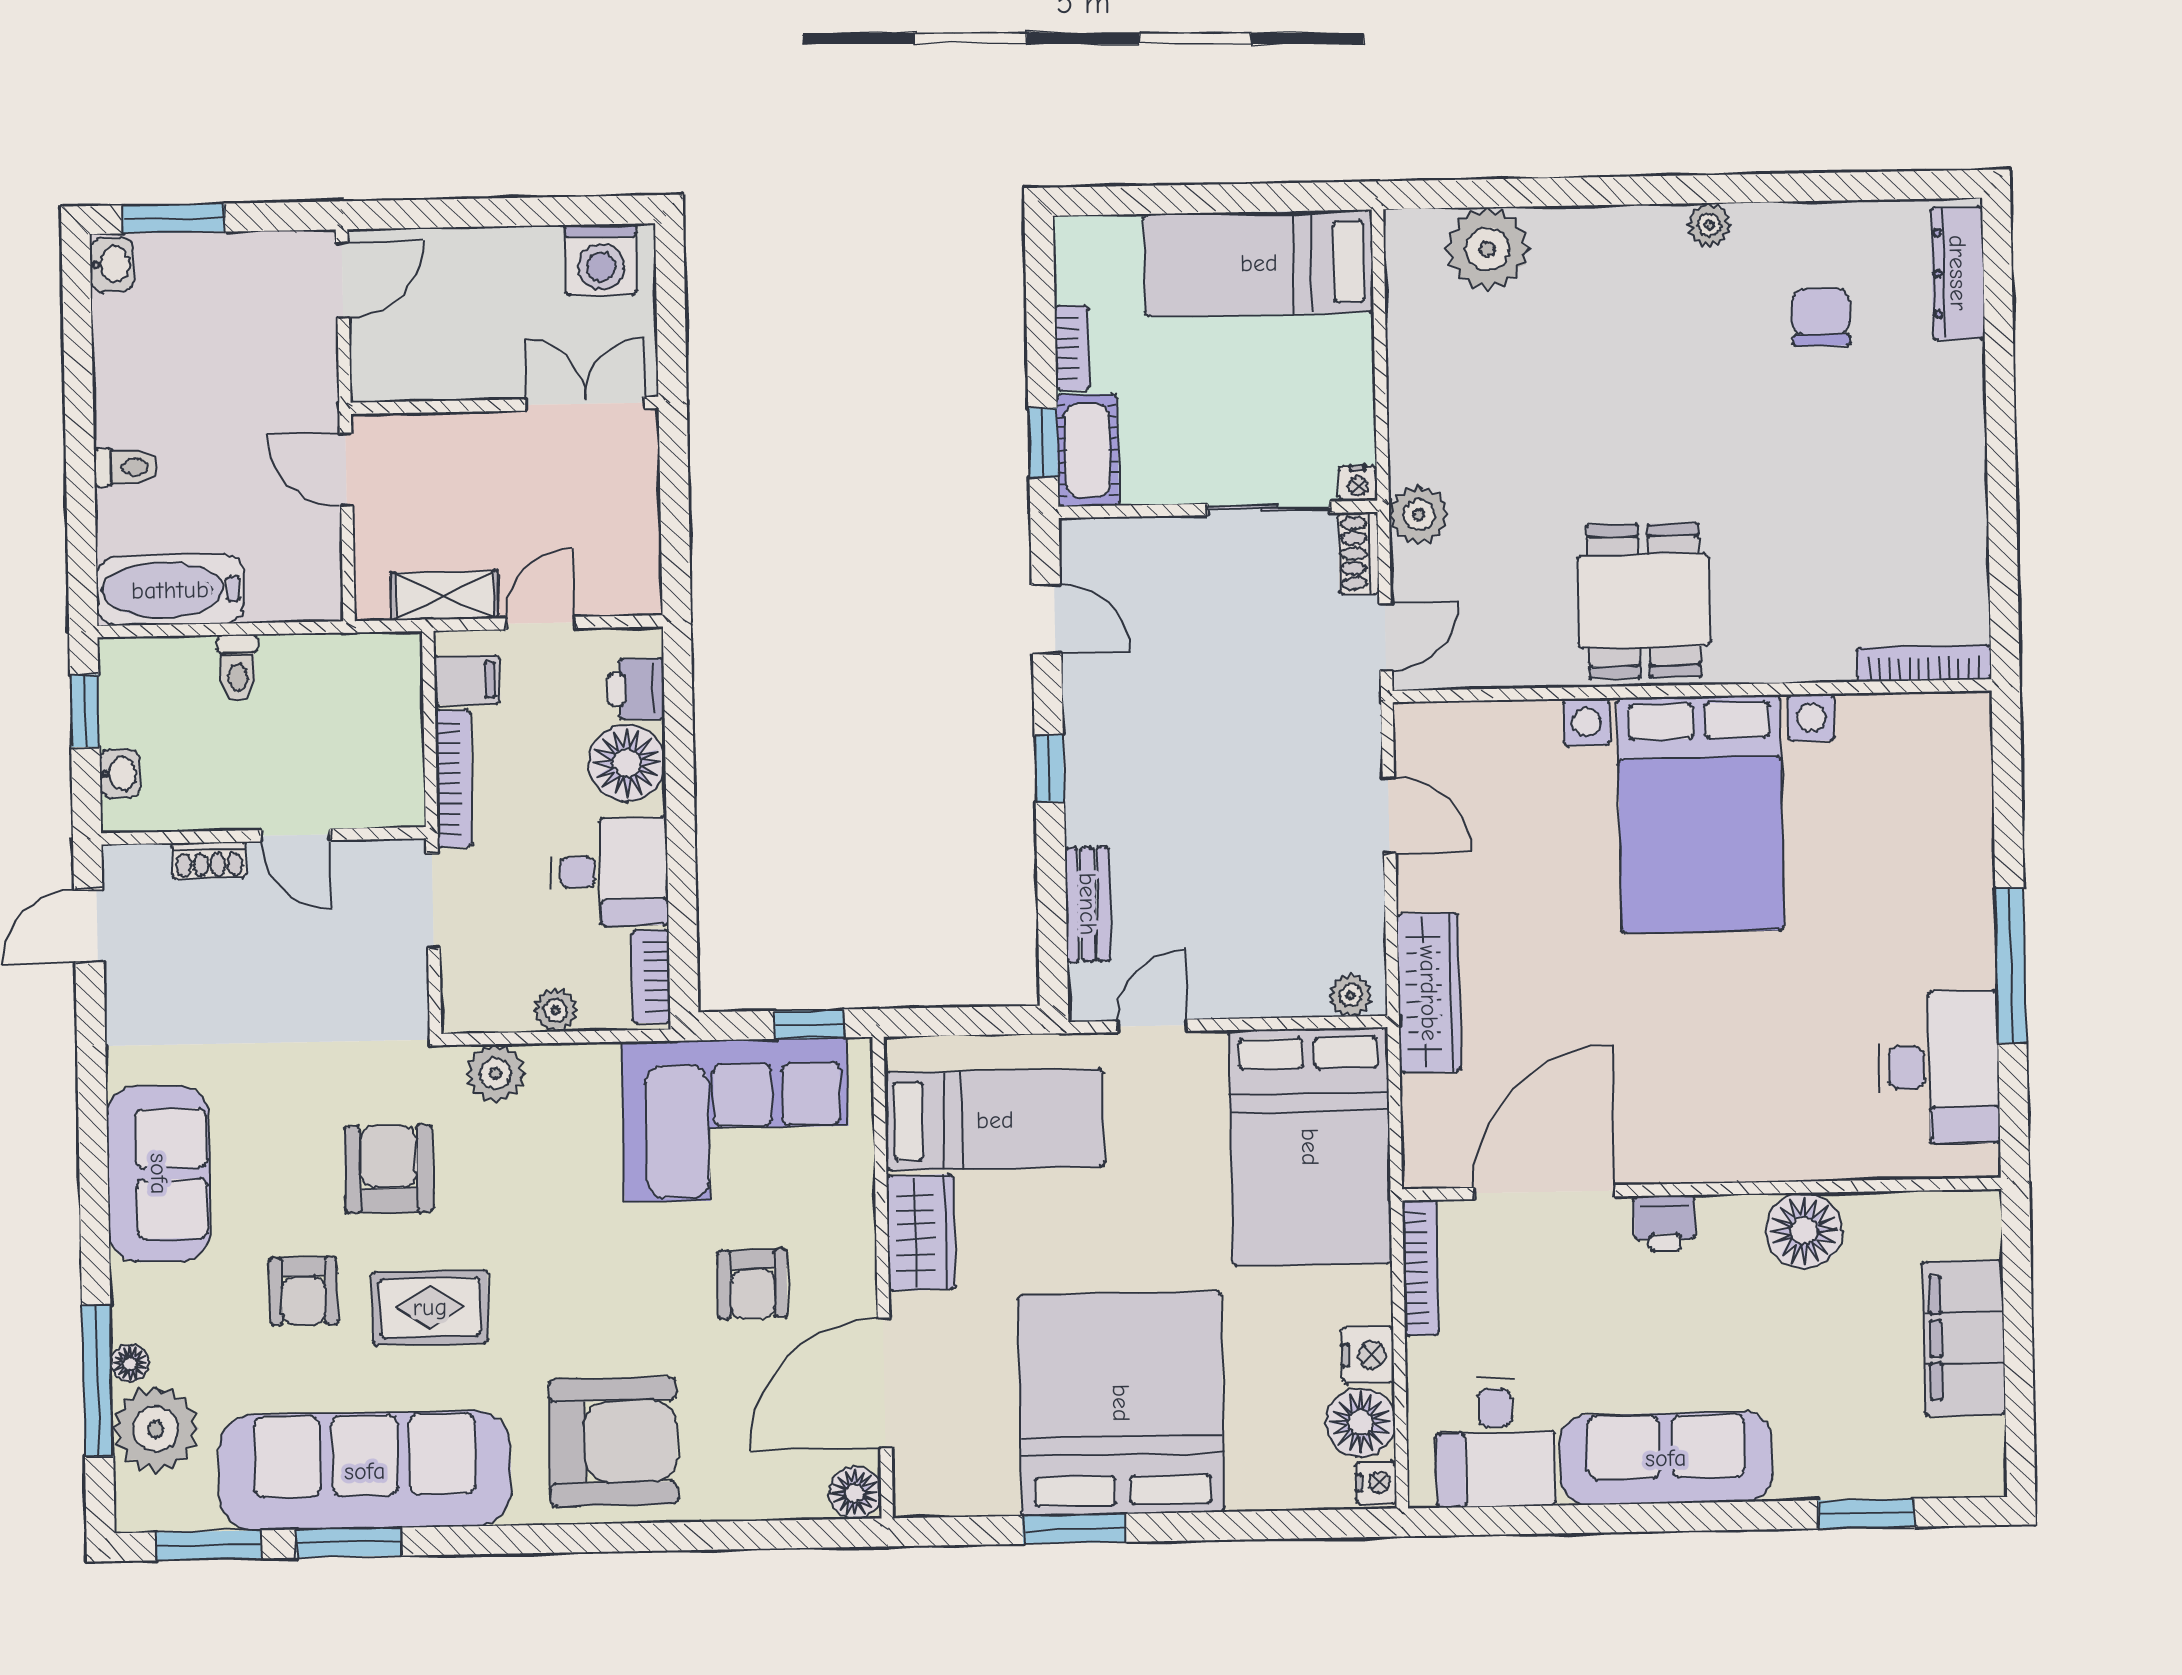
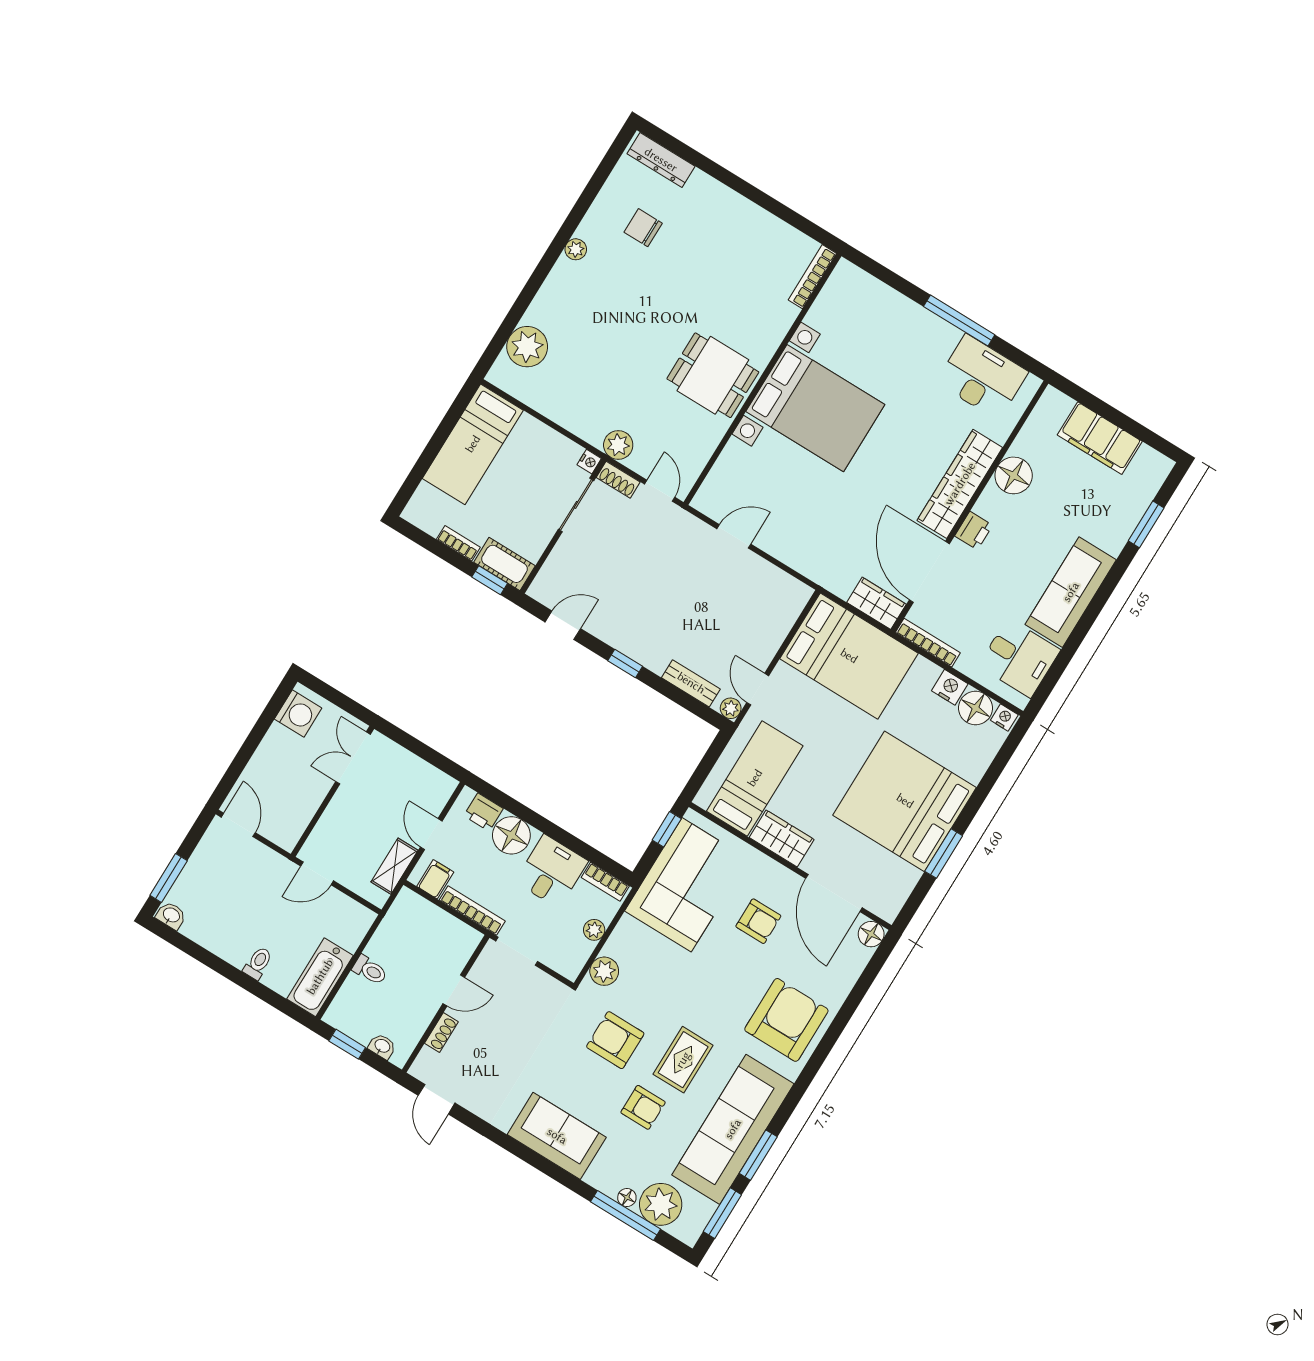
wardrobe: (1429, 993) -> (876, 603), moved, width x0.67
plant: (1351, 995) -> (731, 708), moved
wardrobe: (1730, 1147) -> (960, 484), added

